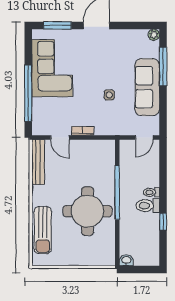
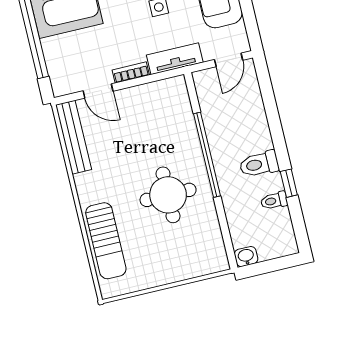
tv unit: (111, 129) -> (175, 59), added
toilet: (152, 192) -> (274, 201), moved
round table: (88, 211) -> (168, 195), width x0.73, depth x0.73

